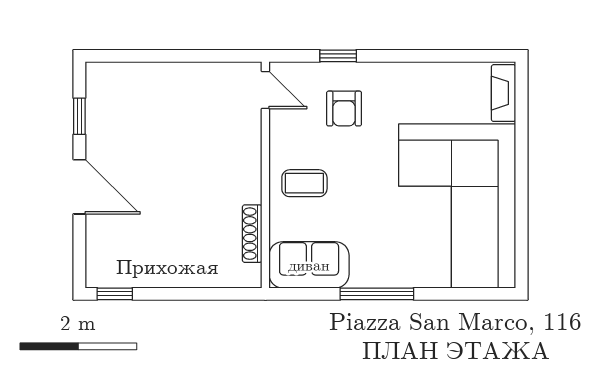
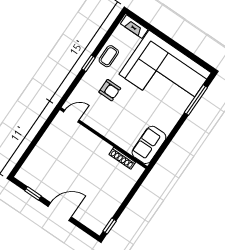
window: (338, 56) -> (89, 63), moved
armchair: (344, 109) -> (110, 90), moved
coffee table: (304, 183) -> (109, 56), moved
window: (377, 294) -> (196, 100), moved

